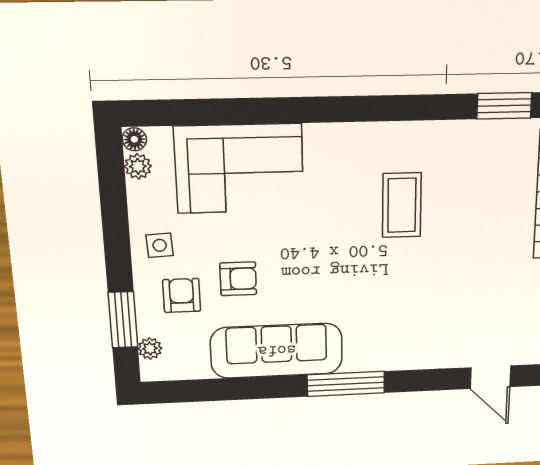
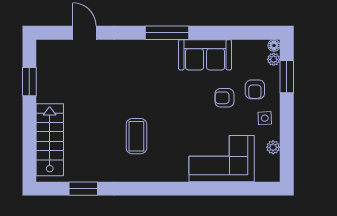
floor lamp: (134, 139) -> (274, 46), moved
plant: (138, 166) -> (273, 147), moved
sofa: (277, 351) -> (205, 55), width x0.73

